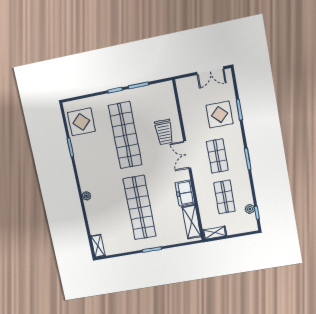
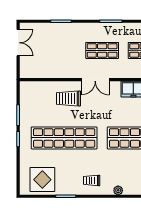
display table: (220, 115) -> (62, 41), removed
trolley: (164, 132) -> (69, 98), turned 180
trolley: (90, 169) -> (92, 180), added

